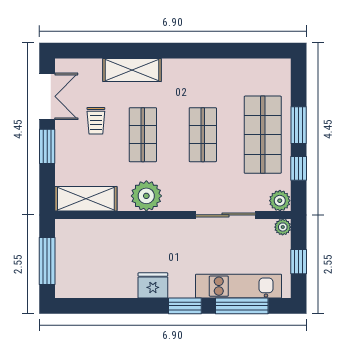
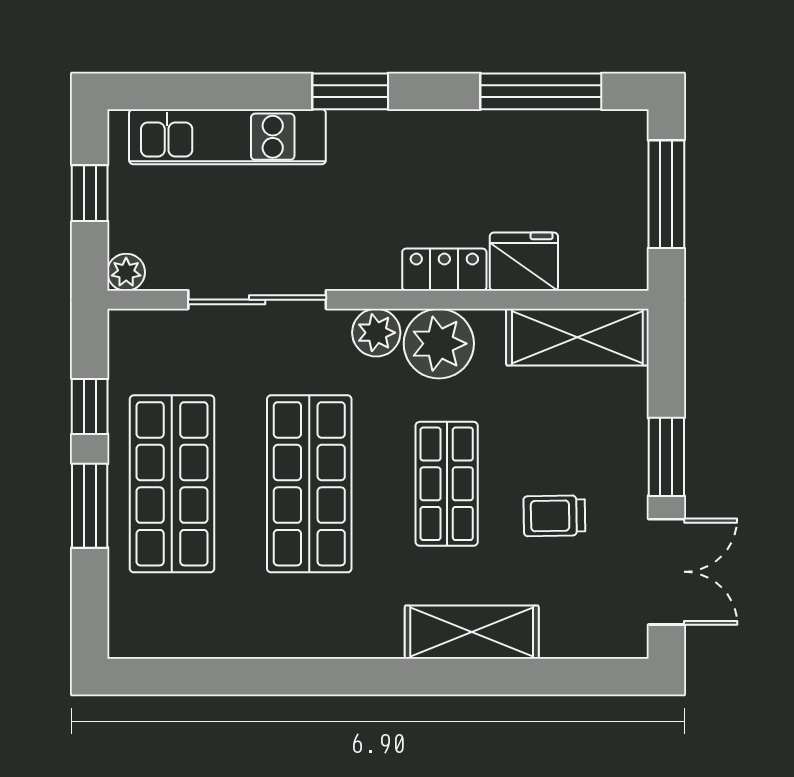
double door: (47, 96) -> (666, 572), swing flipped
trolley: (96, 121) -> (554, 516), turned -91
shop shelf: (203, 135) -> (309, 484), width x1.43, depth x1.36
plant: (280, 201) -> (376, 333), moved
locker: (144, 228) -> (444, 270), added
fridge: (153, 285) -> (524, 262), moved, turned 180
window: (242, 306) -> (541, 91), moved

